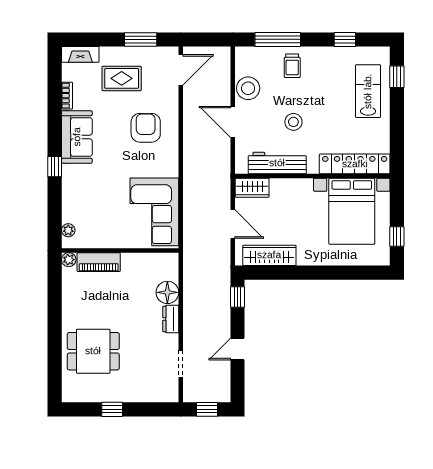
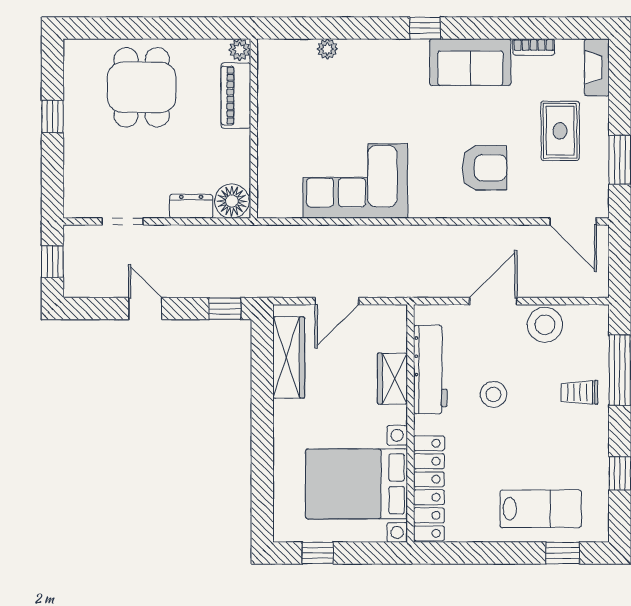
wardrobe: (252, 188) -> (392, 379), moved
wall: (120, 250) -> (254, 129), moved
plant: (69, 260) -> (240, 50), moved
piano: (99, 262) -> (236, 96), moved

